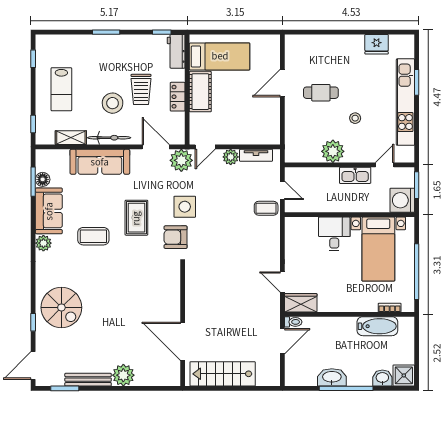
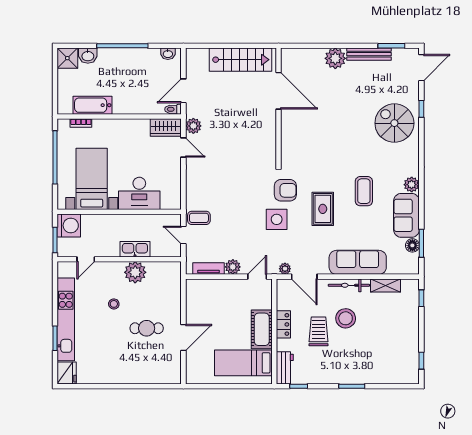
fridge: (377, 44) -> (67, 373), moved, turned 90
lab bench: (61, 89) -> (394, 332), removed
plant: (181, 160) -> (285, 269), width x0.53, depth x0.53
kitchen sink: (355, 175) -> (135, 249), moved
desk: (334, 234) -> (139, 193), width x1.37
coffee table: (93, 236) -> (364, 191), turned 90
plant: (272, 305) -> (193, 126), added
washbasin: (332, 377) -> (168, 54), moved, width x0.52, depth x0.69

